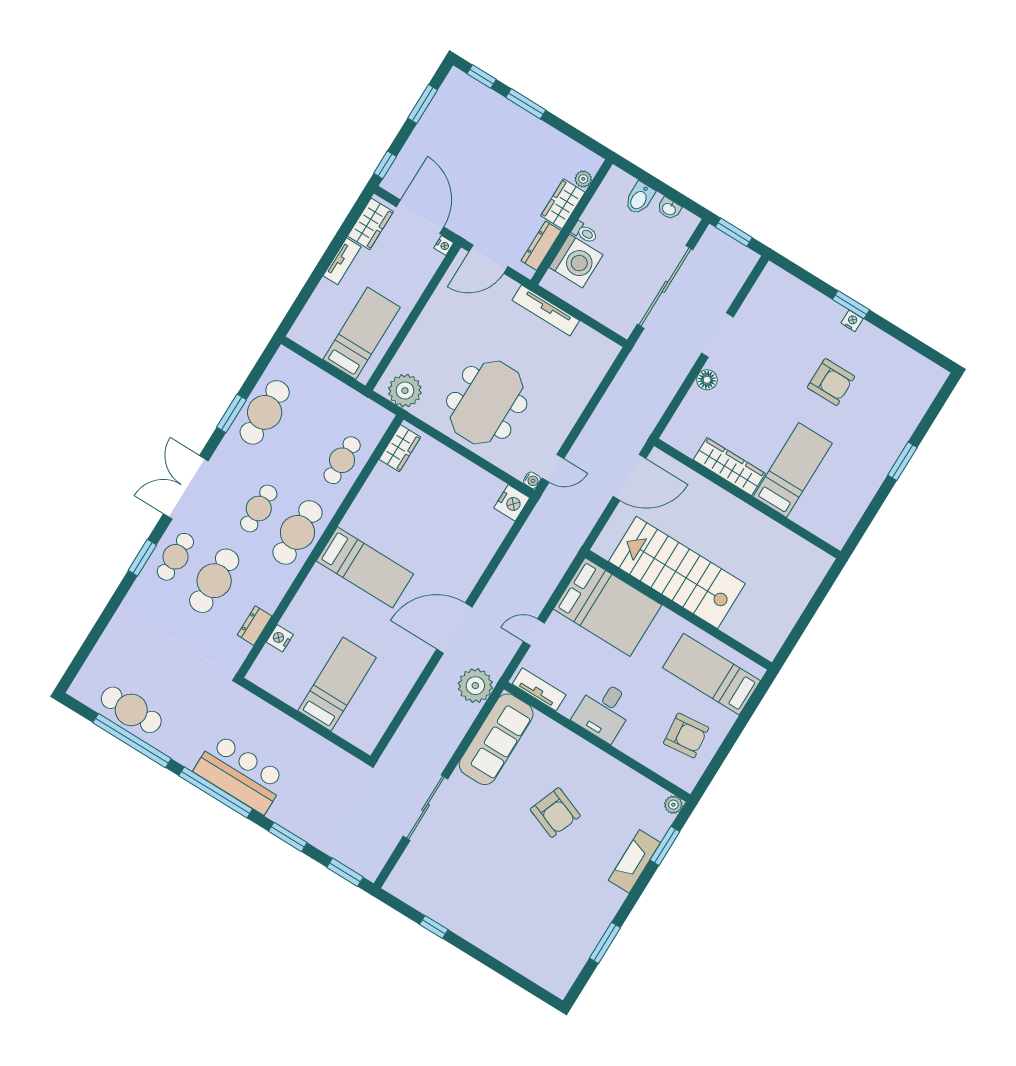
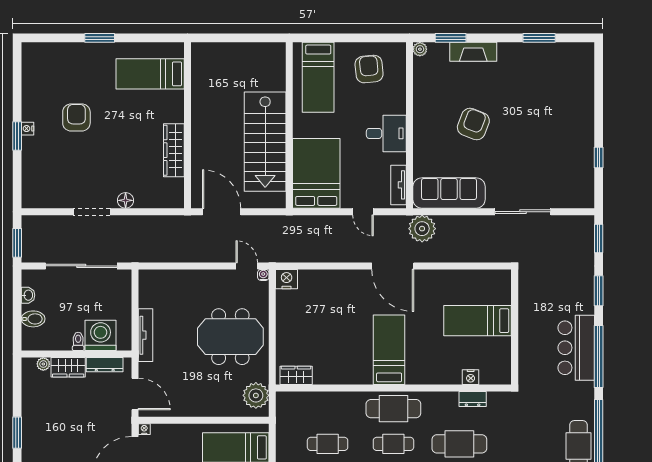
cafe table: (342, 460) -> (328, 444), moved
bed: (793, 470) -> (150, 74), moved

